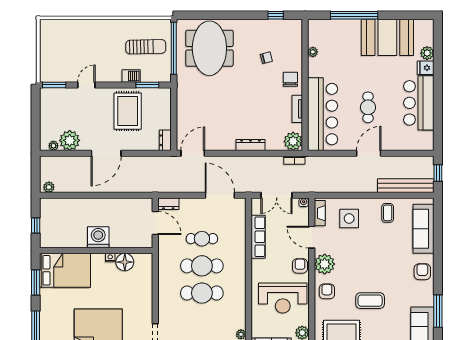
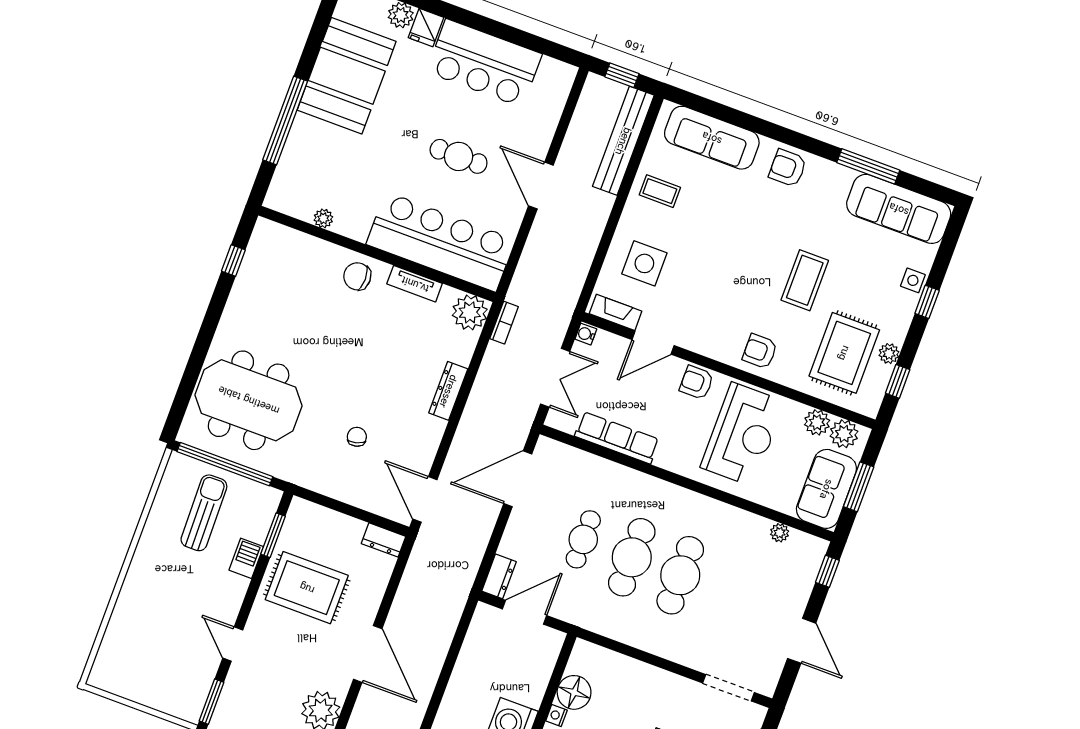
chair: (266, 58) -> (357, 437), moved
plant: (325, 264) -> (709, 337), removed

